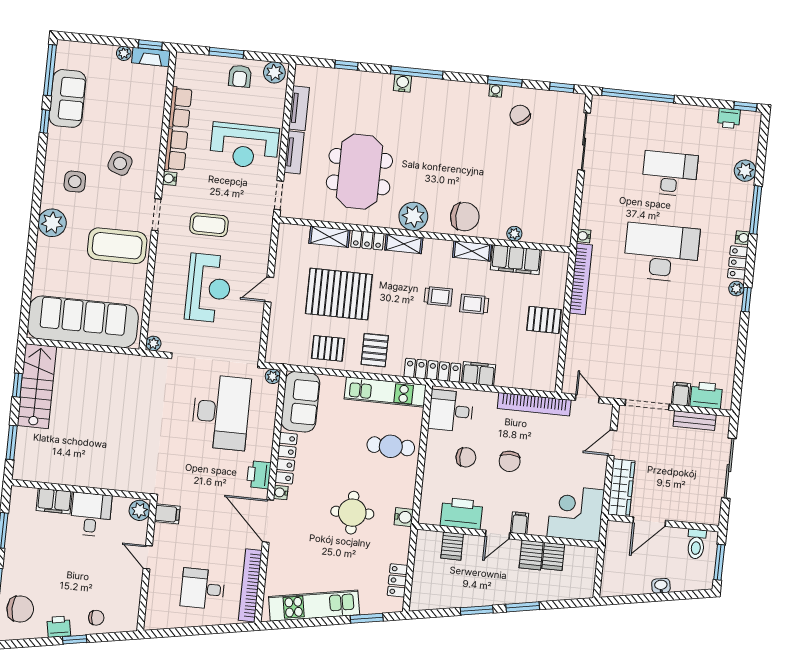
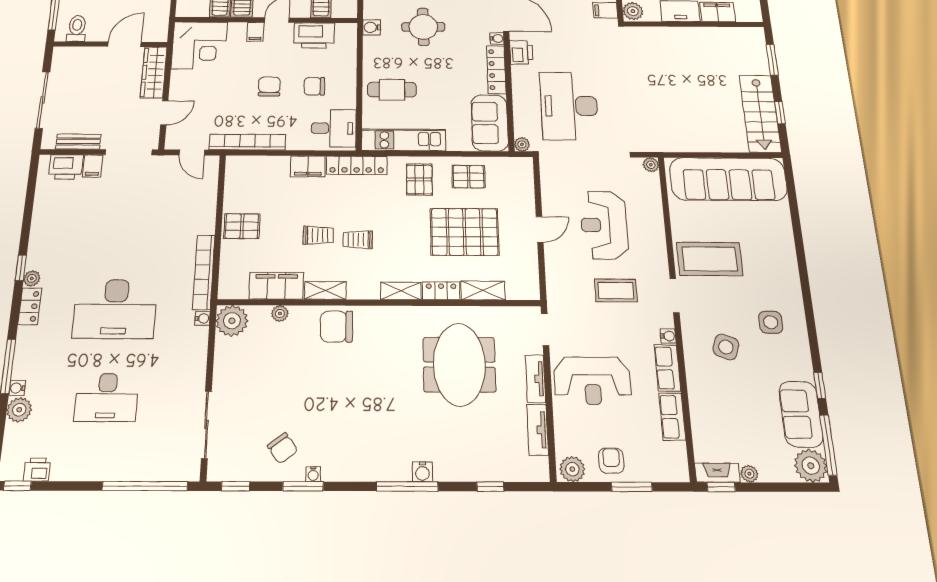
reception desk: (244, 146) -> (592, 381), turned 180
plant: (413, 216) -> (232, 321), moved
plant: (52, 223) -> (811, 466), moved
water cooler: (742, 238) -> (17, 388), moved

